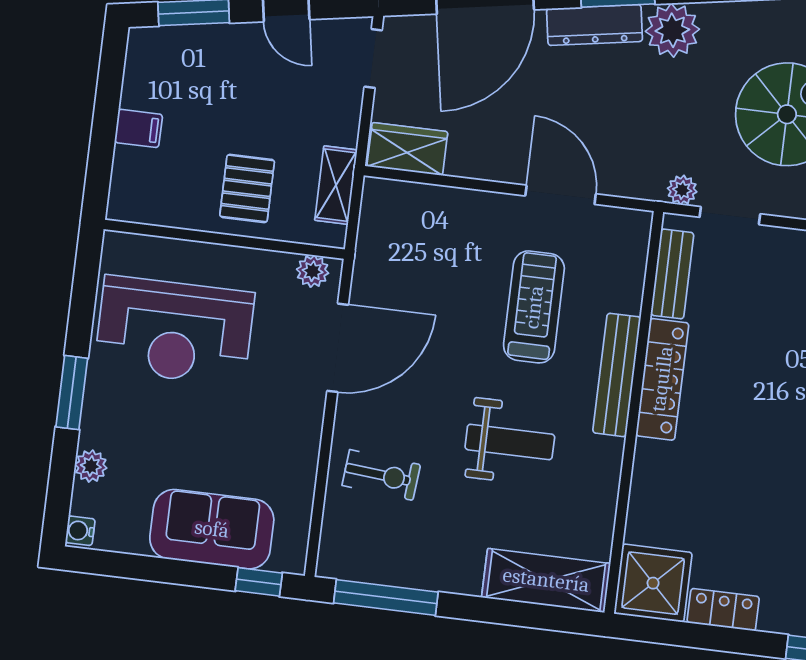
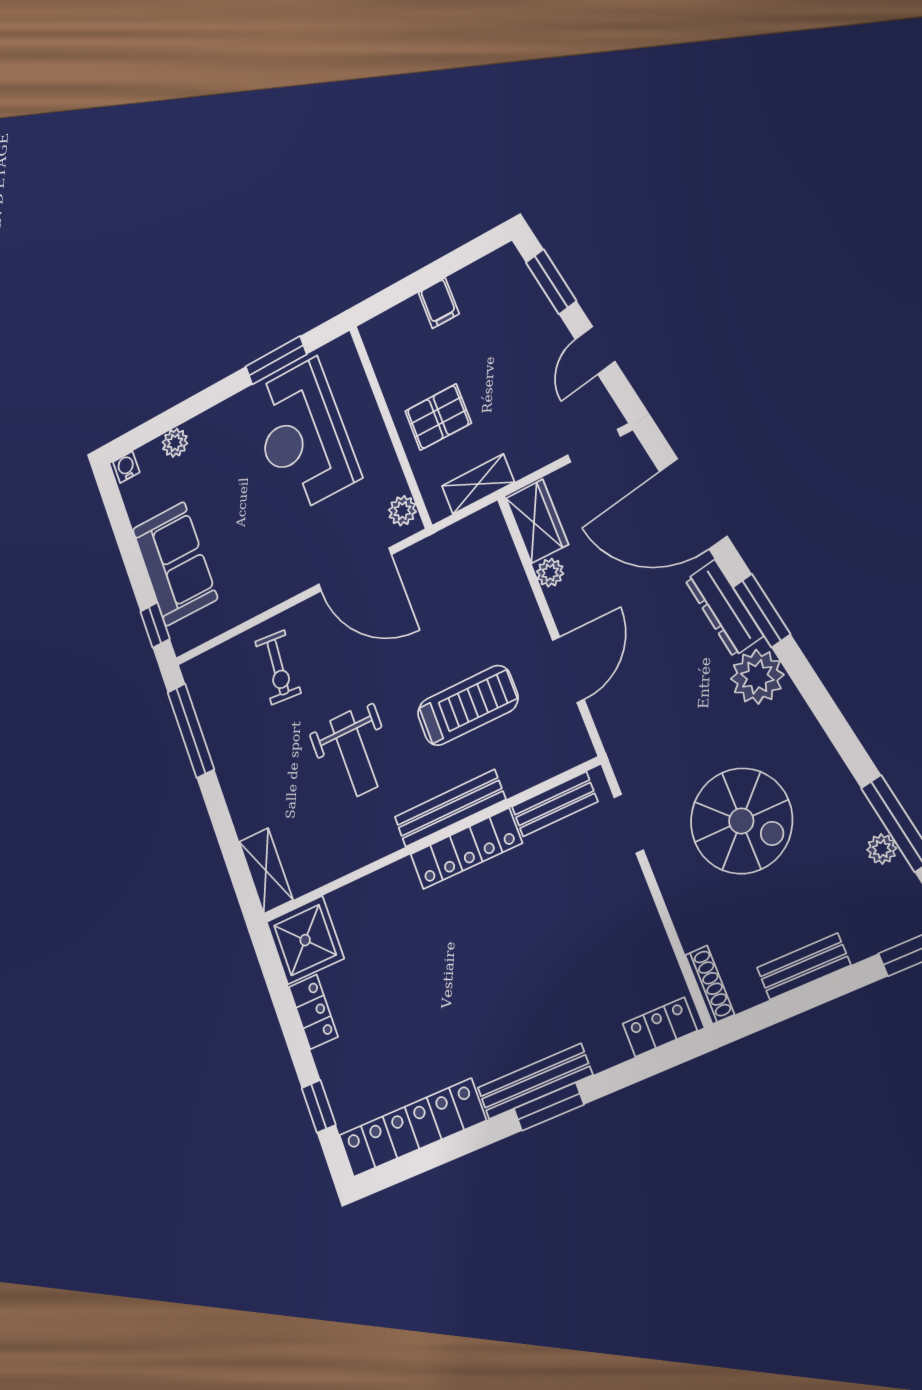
plant: (682, 190) -> (550, 573), moved
window: (72, 393) -> (276, 360), moved
shelving: (546, 580) -> (266, 871), width x0.67, depth x0.75

